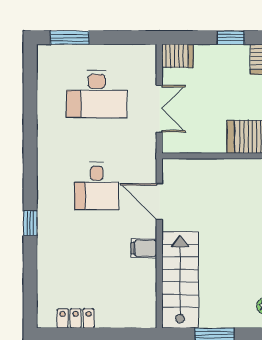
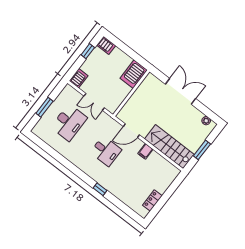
window: (70, 38) -> (44, 107), moved
double door: (159, 109) -> (94, 102), swing flipped

